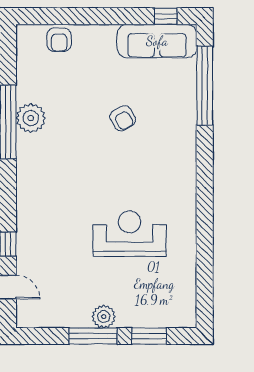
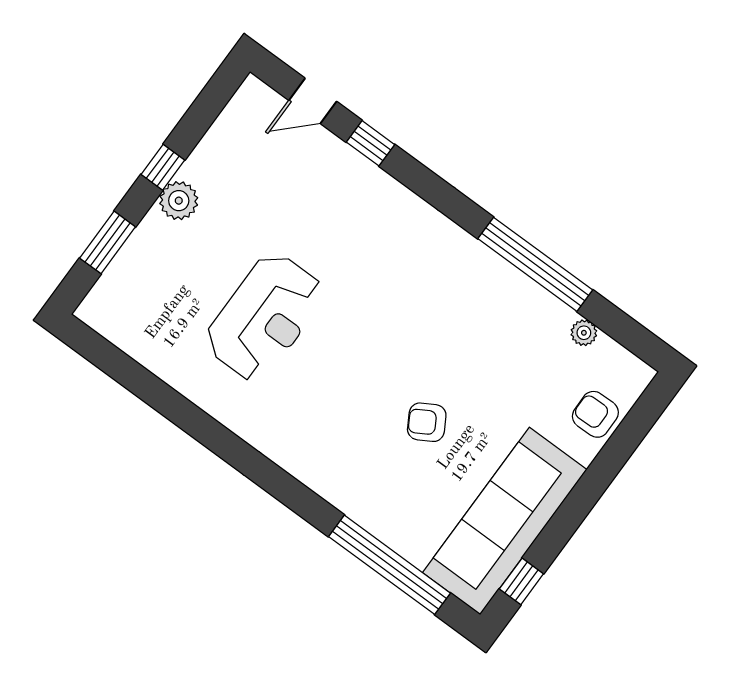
sofa: (157, 41) -> (505, 521), width x1.36, depth x1.27
plant: (31, 118) -> (584, 333), moved, width x0.53, depth x0.53
window: (93, 336) -> (163, 167), width x0.46

